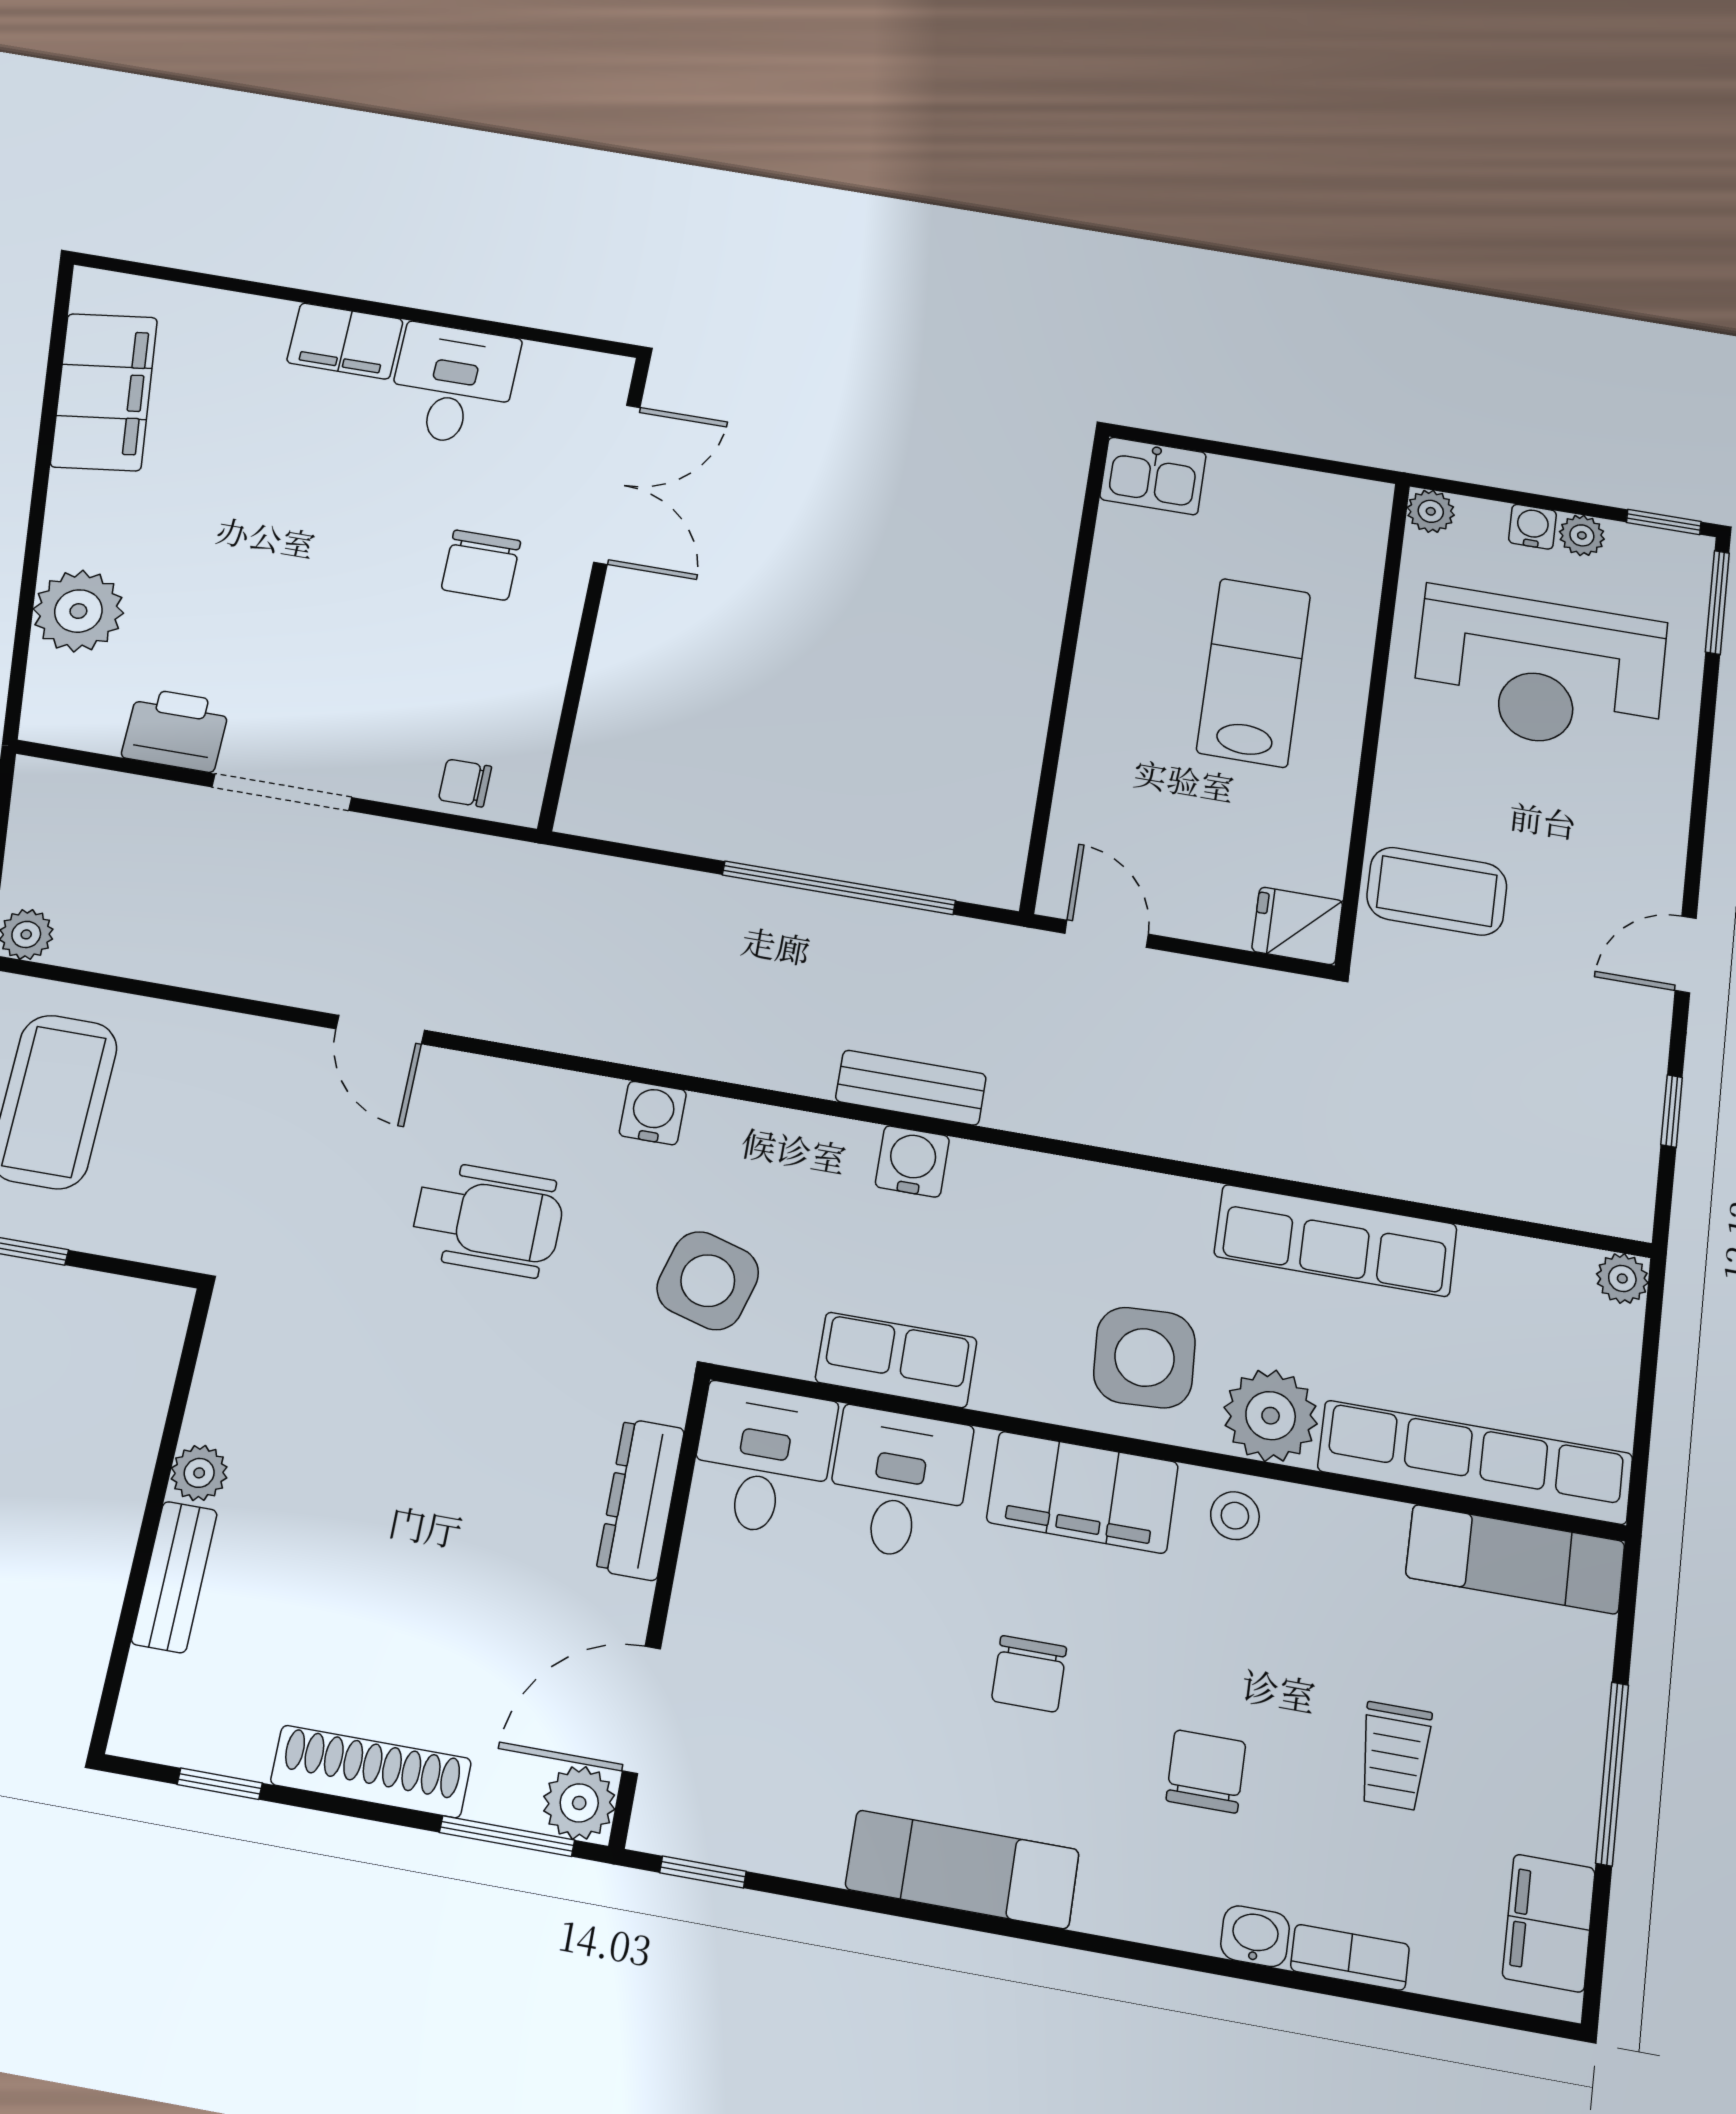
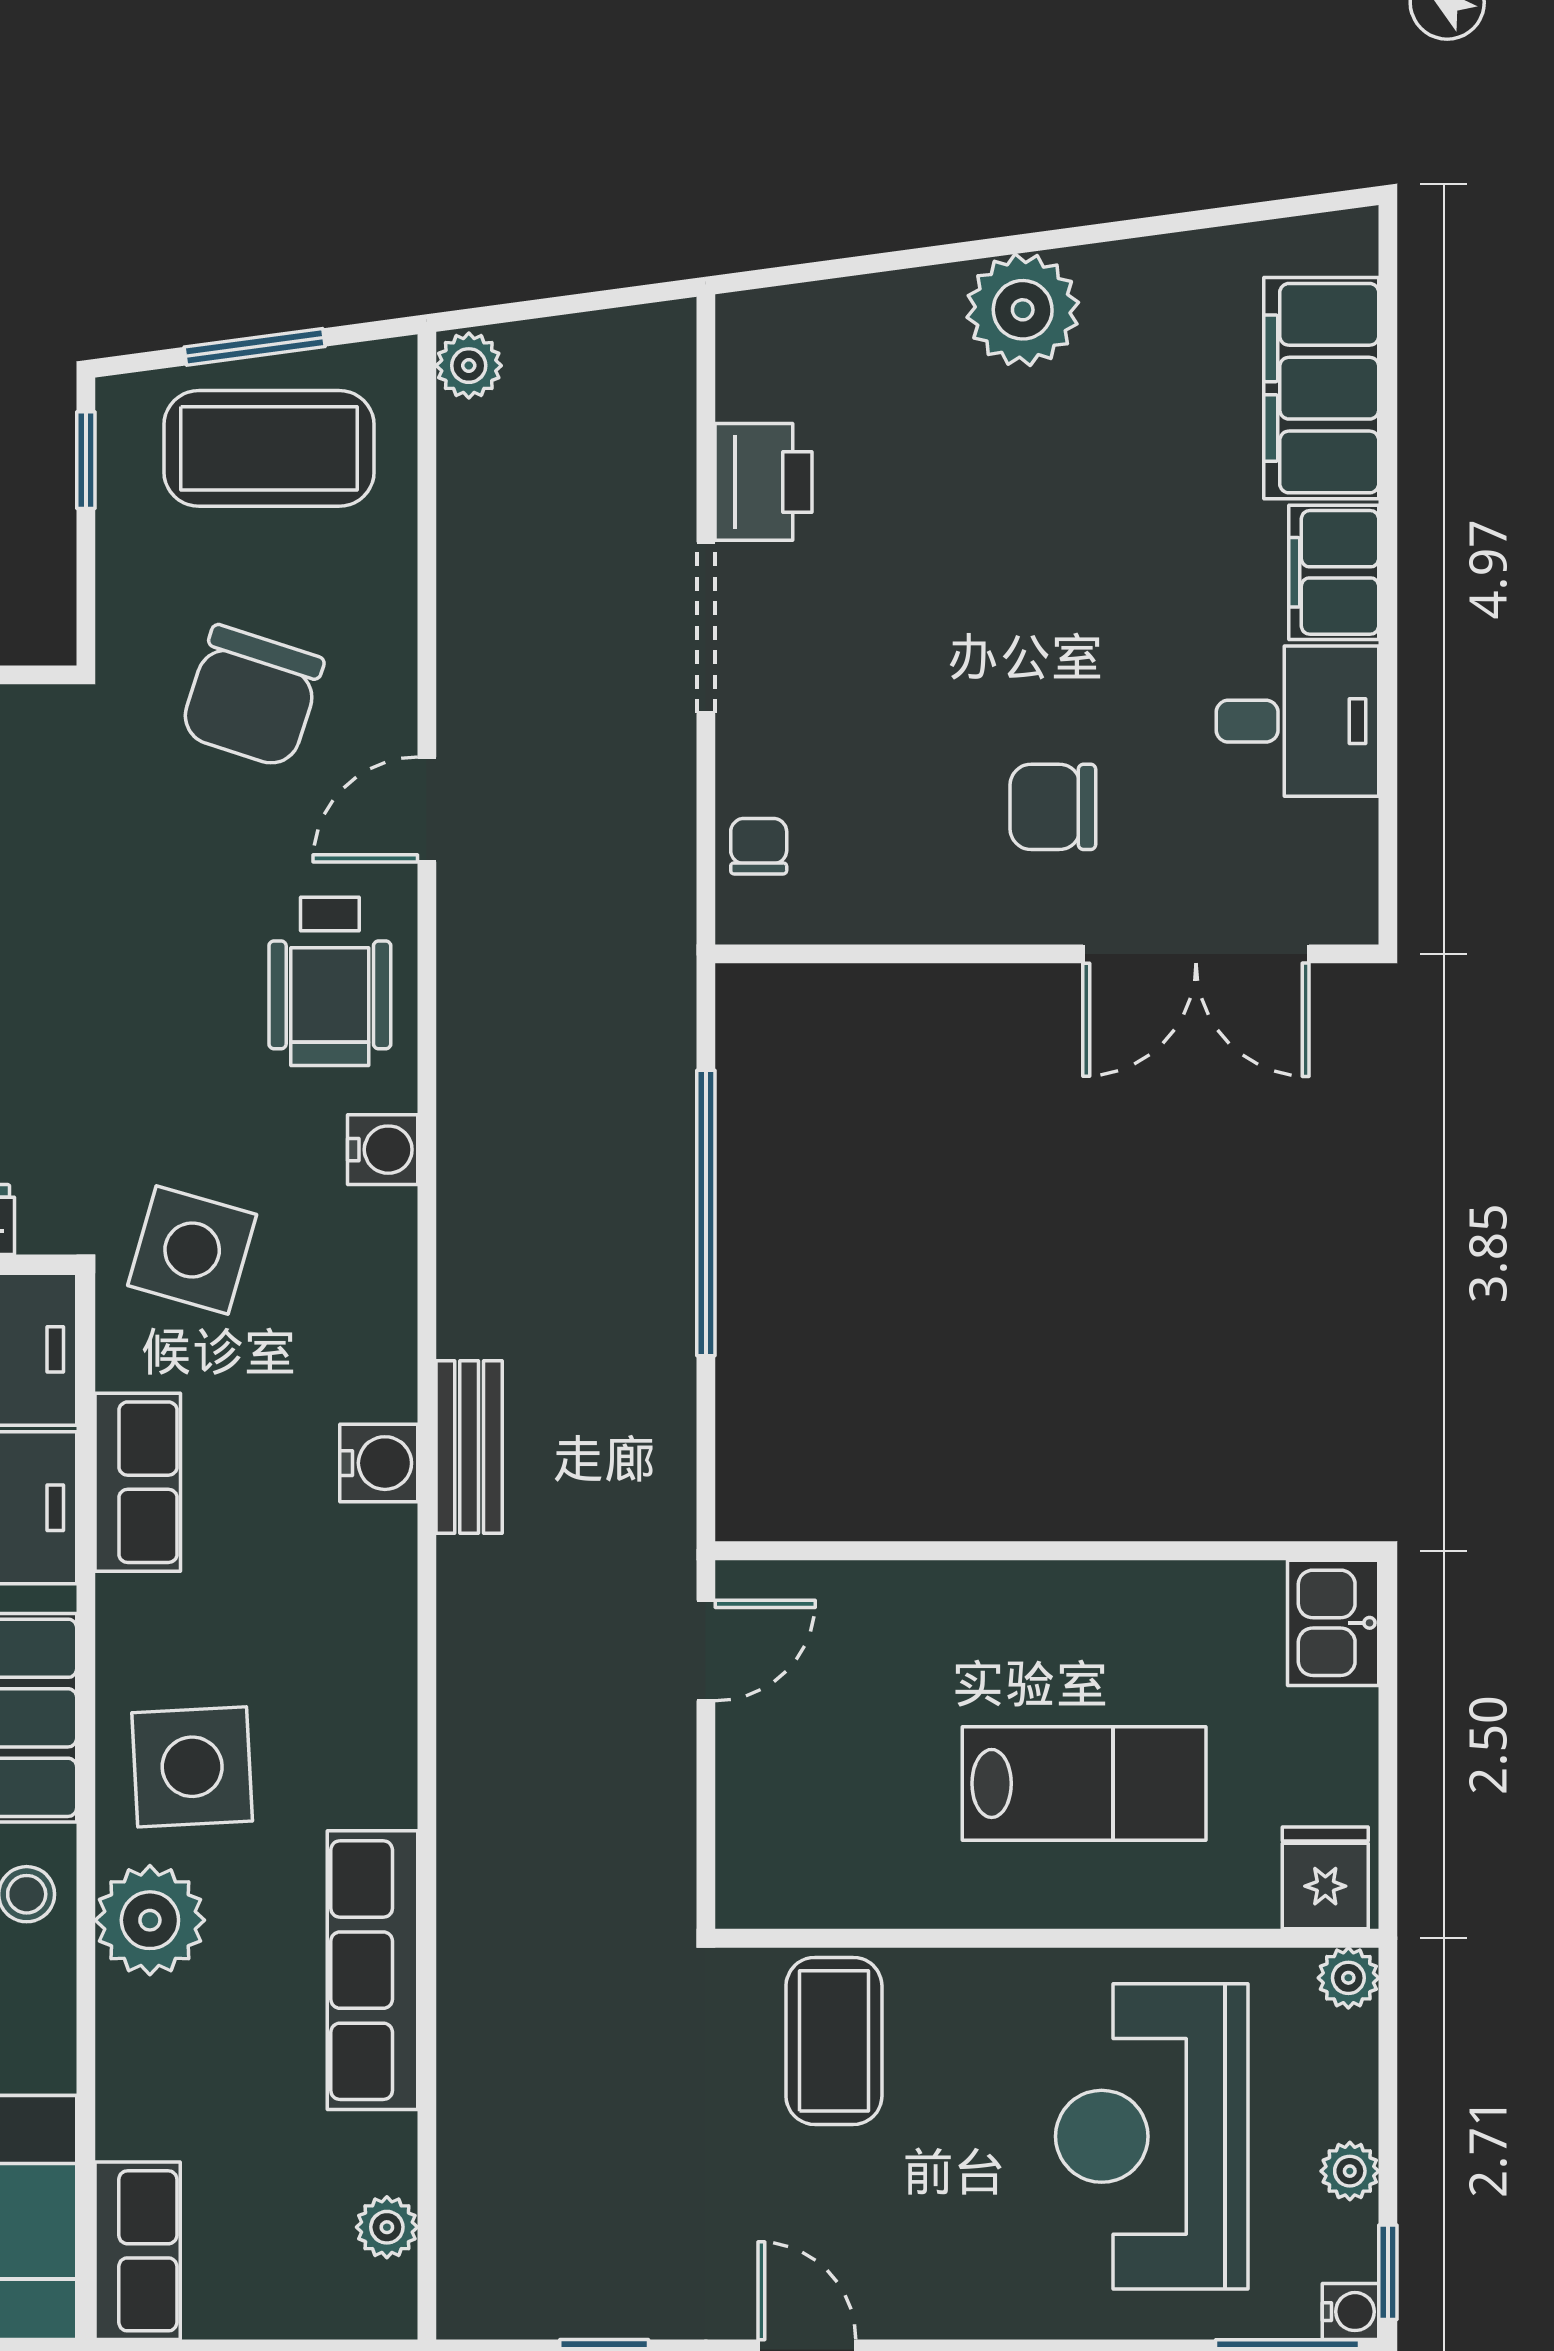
filing cabinet: (104, 392) -> (1321, 388), moved, turned 98
water cooler: (1533, 527) -> (1350, 2312), moved
plant: (78, 611) -> (1023, 310), moved
window: (839, 888) -> (706, 1213), moved
fridge: (1297, 926) -> (1325, 1878), moved
chair: (256, 1151) -> (252, 697), added
wheelchair: (488, 1219) -> (330, 981), moved
plant: (1622, 1278) -> (387, 2227), moved
row of seats: (1475, 1462) -> (138, 2251), width x0.50

